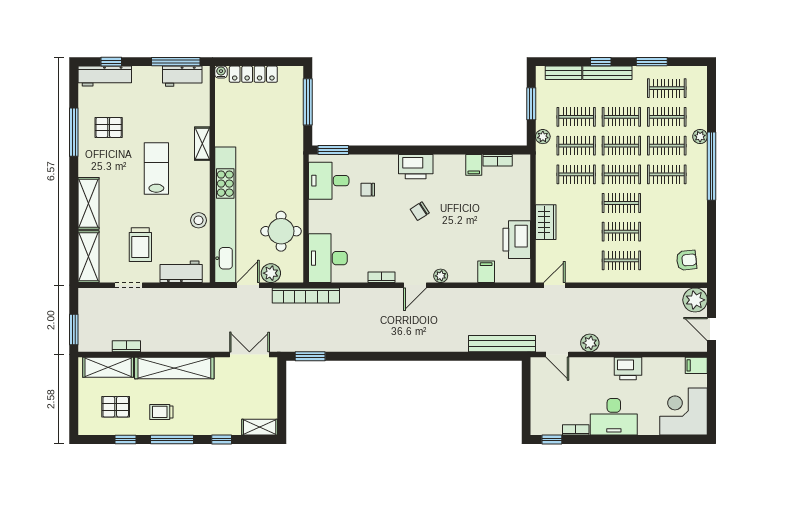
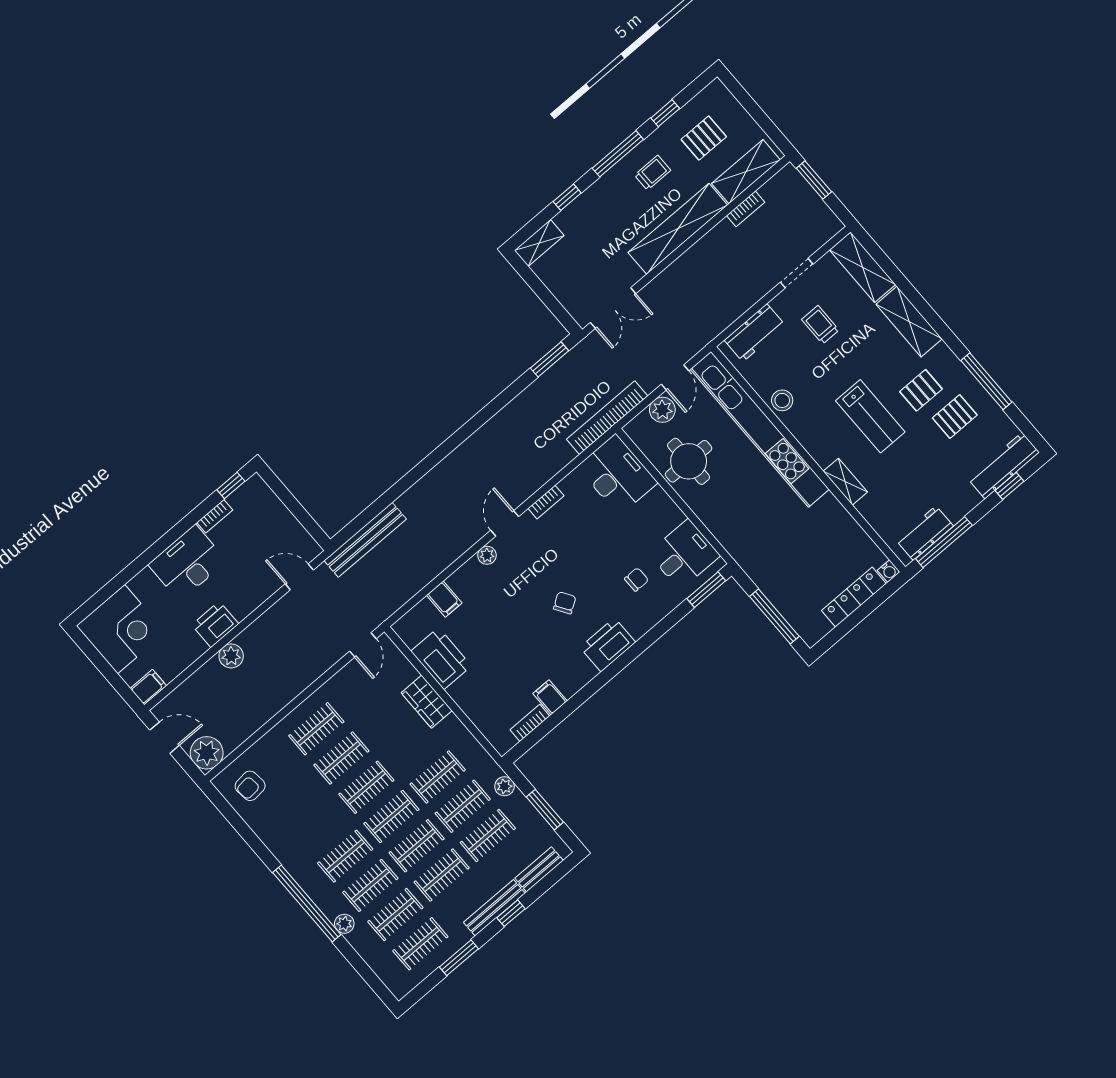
pallet: (115, 159) -> (921, 390), added
trolley: (140, 245) -> (820, 325), width x0.73, depth x0.72
plant: (590, 343) -> (231, 656), moved

